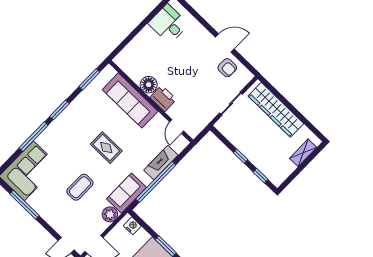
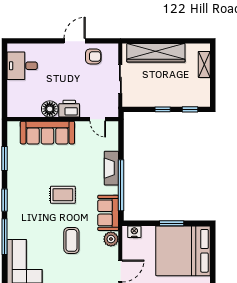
floor lamp: (149, 85) -> (50, 109), moved
printer: (163, 98) -> (69, 109), moved
sofa: (130, 100) -> (47, 133), moved
wall: (151, 101) -> (63, 119), moved
door: (177, 126) -> (98, 119), moved

